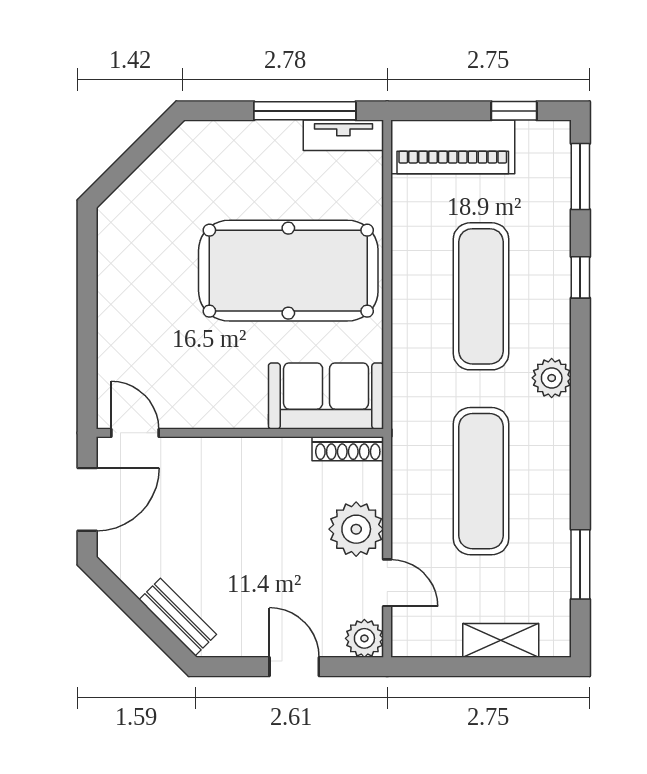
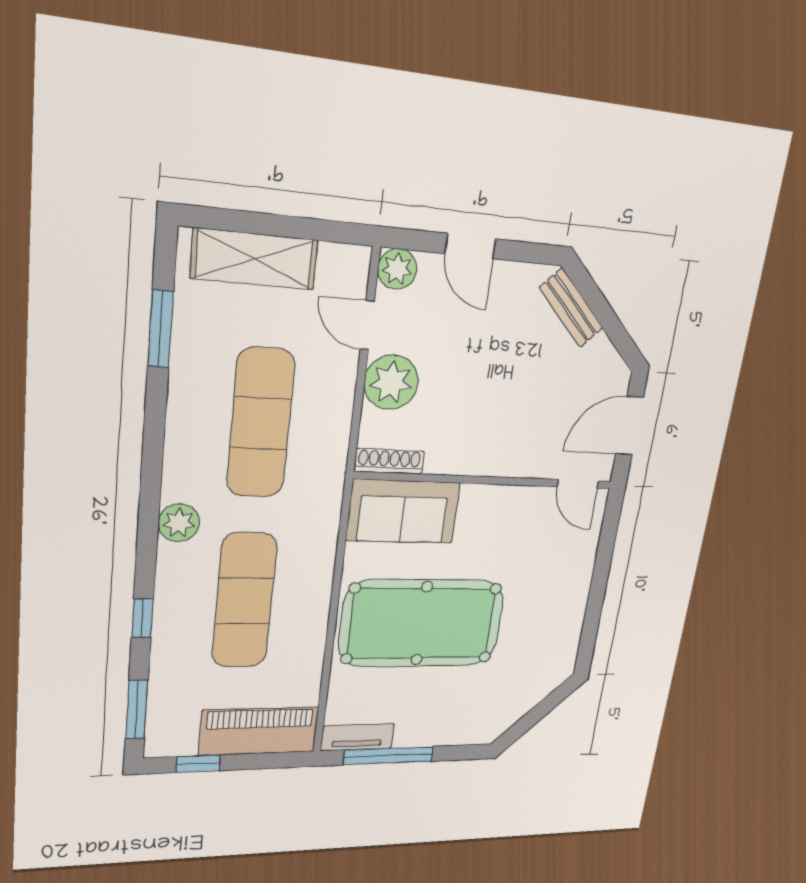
shelving: (501, 640) -> (254, 259), width x1.50, depth x1.33

